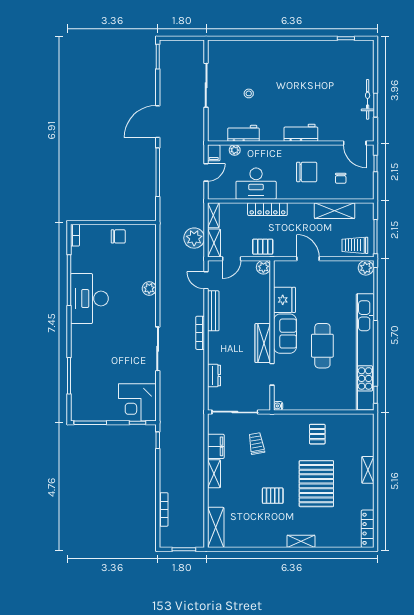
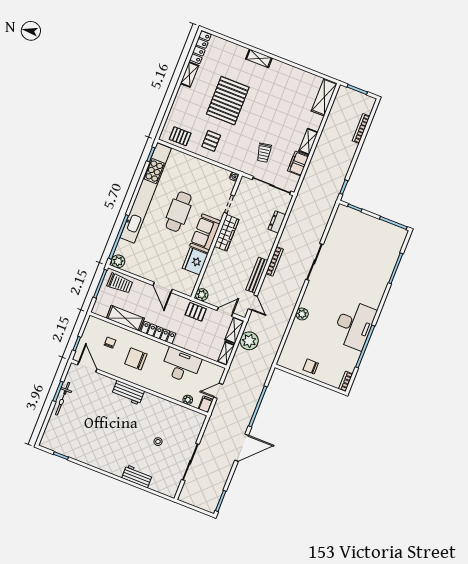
workbench: (243, 133) -> (137, 476), moved, turned 180
locker: (267, 209) -> (158, 333), moved
corner desk: (137, 402) -> (348, 225), removed
shelving: (368, 470) -> (189, 74), moved
pallet: (273, 496) -> (180, 136), moved

